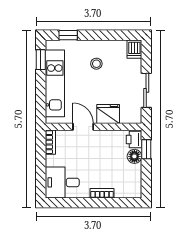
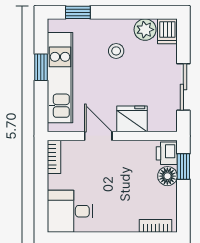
plant: (118, 48) -> (145, 30), added
window: (41, 60) -> (41, 67), moved
bookcase: (102, 193) -> (155, 226), moved

